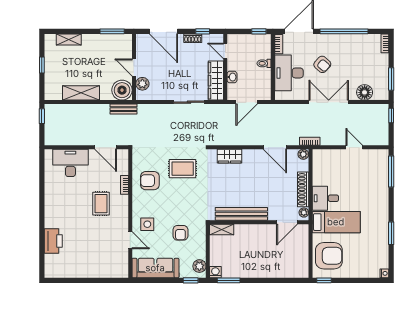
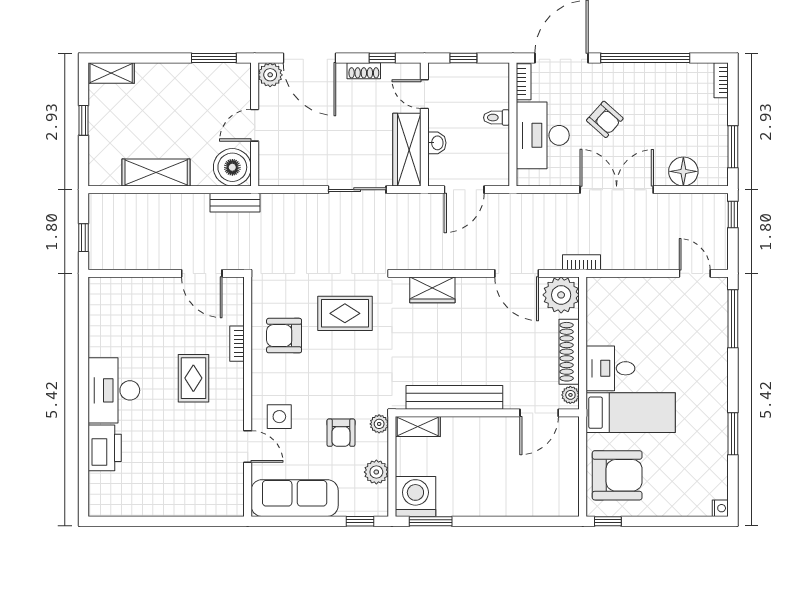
window: (259, 31) -> (463, 58), moved
shelving: (69, 39) -> (111, 73), moved
door: (134, 67) -> (255, 125), hinge flipped
plant: (142, 84) -> (270, 75), moved
window: (42, 116) -> (83, 238), moved
door: (354, 147) -> (695, 273), moved
plant: (303, 154) -> (561, 295), width x1.88, depth x1.88
desk: (70, 163) -> (114, 390), moved, turned -90
plant: (201, 228) -> (379, 424), added
plant: (199, 266) -> (376, 472), moved
washing machine: (215, 272) -> (415, 496), width x1.89, depth x1.89

